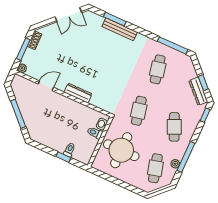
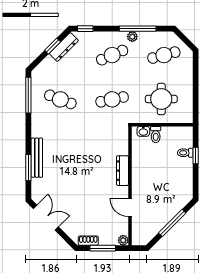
cafe table: (158, 69) -> (60, 99), turned 33
round table: (121, 150) -> (161, 99), width x0.73, depth x0.73
plant: (175, 164) -> (132, 37), moved

